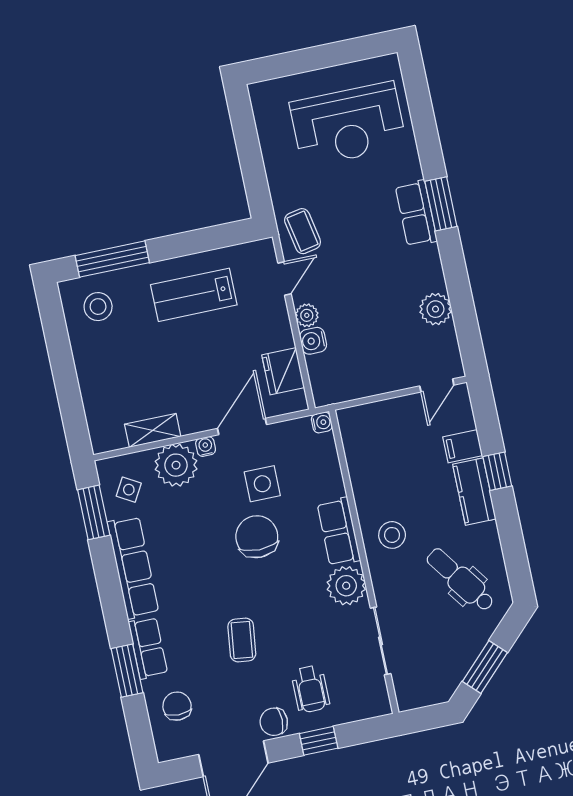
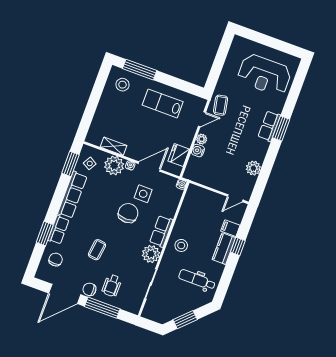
dental chair: (460, 580) -> (197, 280), turned -54
window: (319, 741) -> (102, 308), width x2.17

